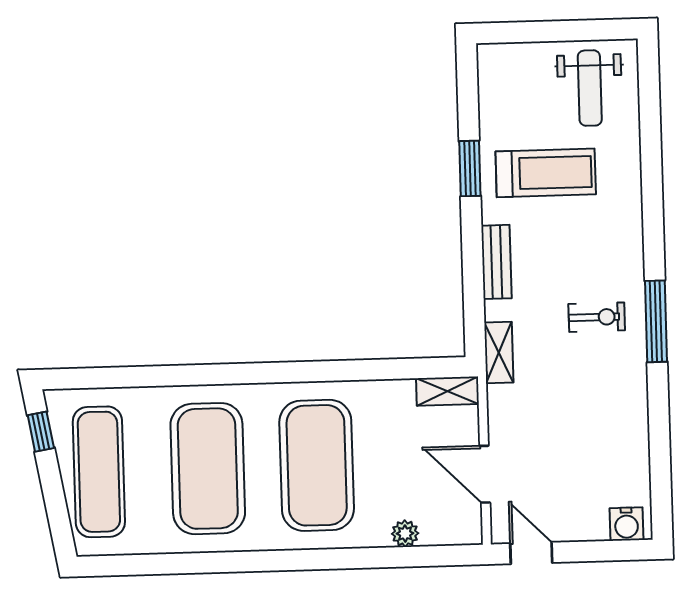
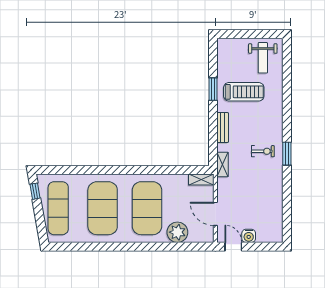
window: (656, 321) -> (287, 154), width x0.69
water cooler: (626, 524) -> (249, 236), moved
plant: (405, 533) -> (177, 232), width x1.88, depth x1.88

